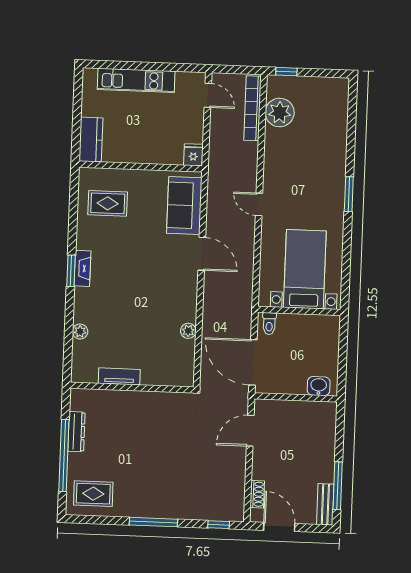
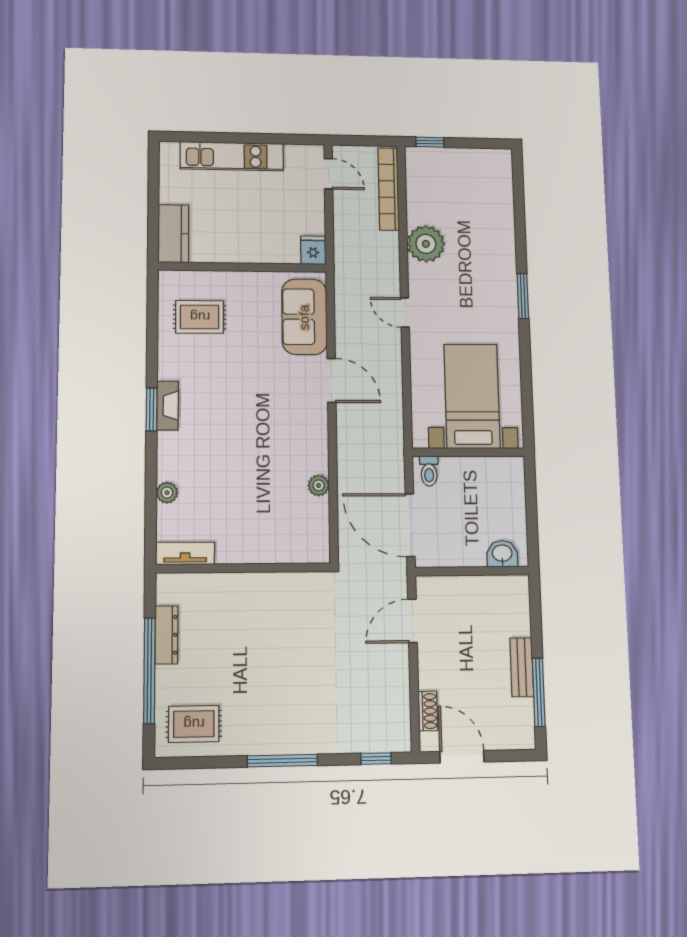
plant: (280, 113) -> (426, 244), moved
tv unit: (119, 376) -> (185, 553), moved
bench: (325, 504) -> (522, 667), moved

